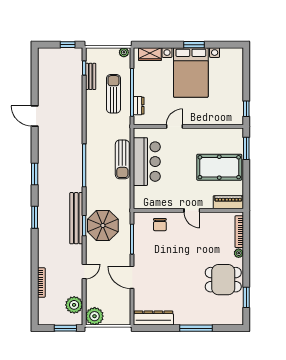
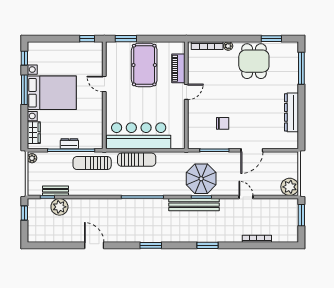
window: (194, 45) -> (24, 90), width x1.44
window: (226, 45) -> (24, 58), added
sun lounger: (114, 94) -> (92, 163), moved
dresser: (139, 106) -> (69, 144), moved
door: (35, 116) -> (94, 245), swing flipped
door: (174, 126) -> (104, 84), moved
bar counter: (147, 162) -> (139, 136), width x1.36
piano: (228, 202) -> (178, 68), moved
window: (35, 217) -> (207, 245), moved
chair: (160, 225) -> (223, 123), moved
plant: (74, 305) -> (59, 207), moved
dresser: (153, 318) -> (291, 112), moved
window: (196, 328) -> (301, 68), moved

